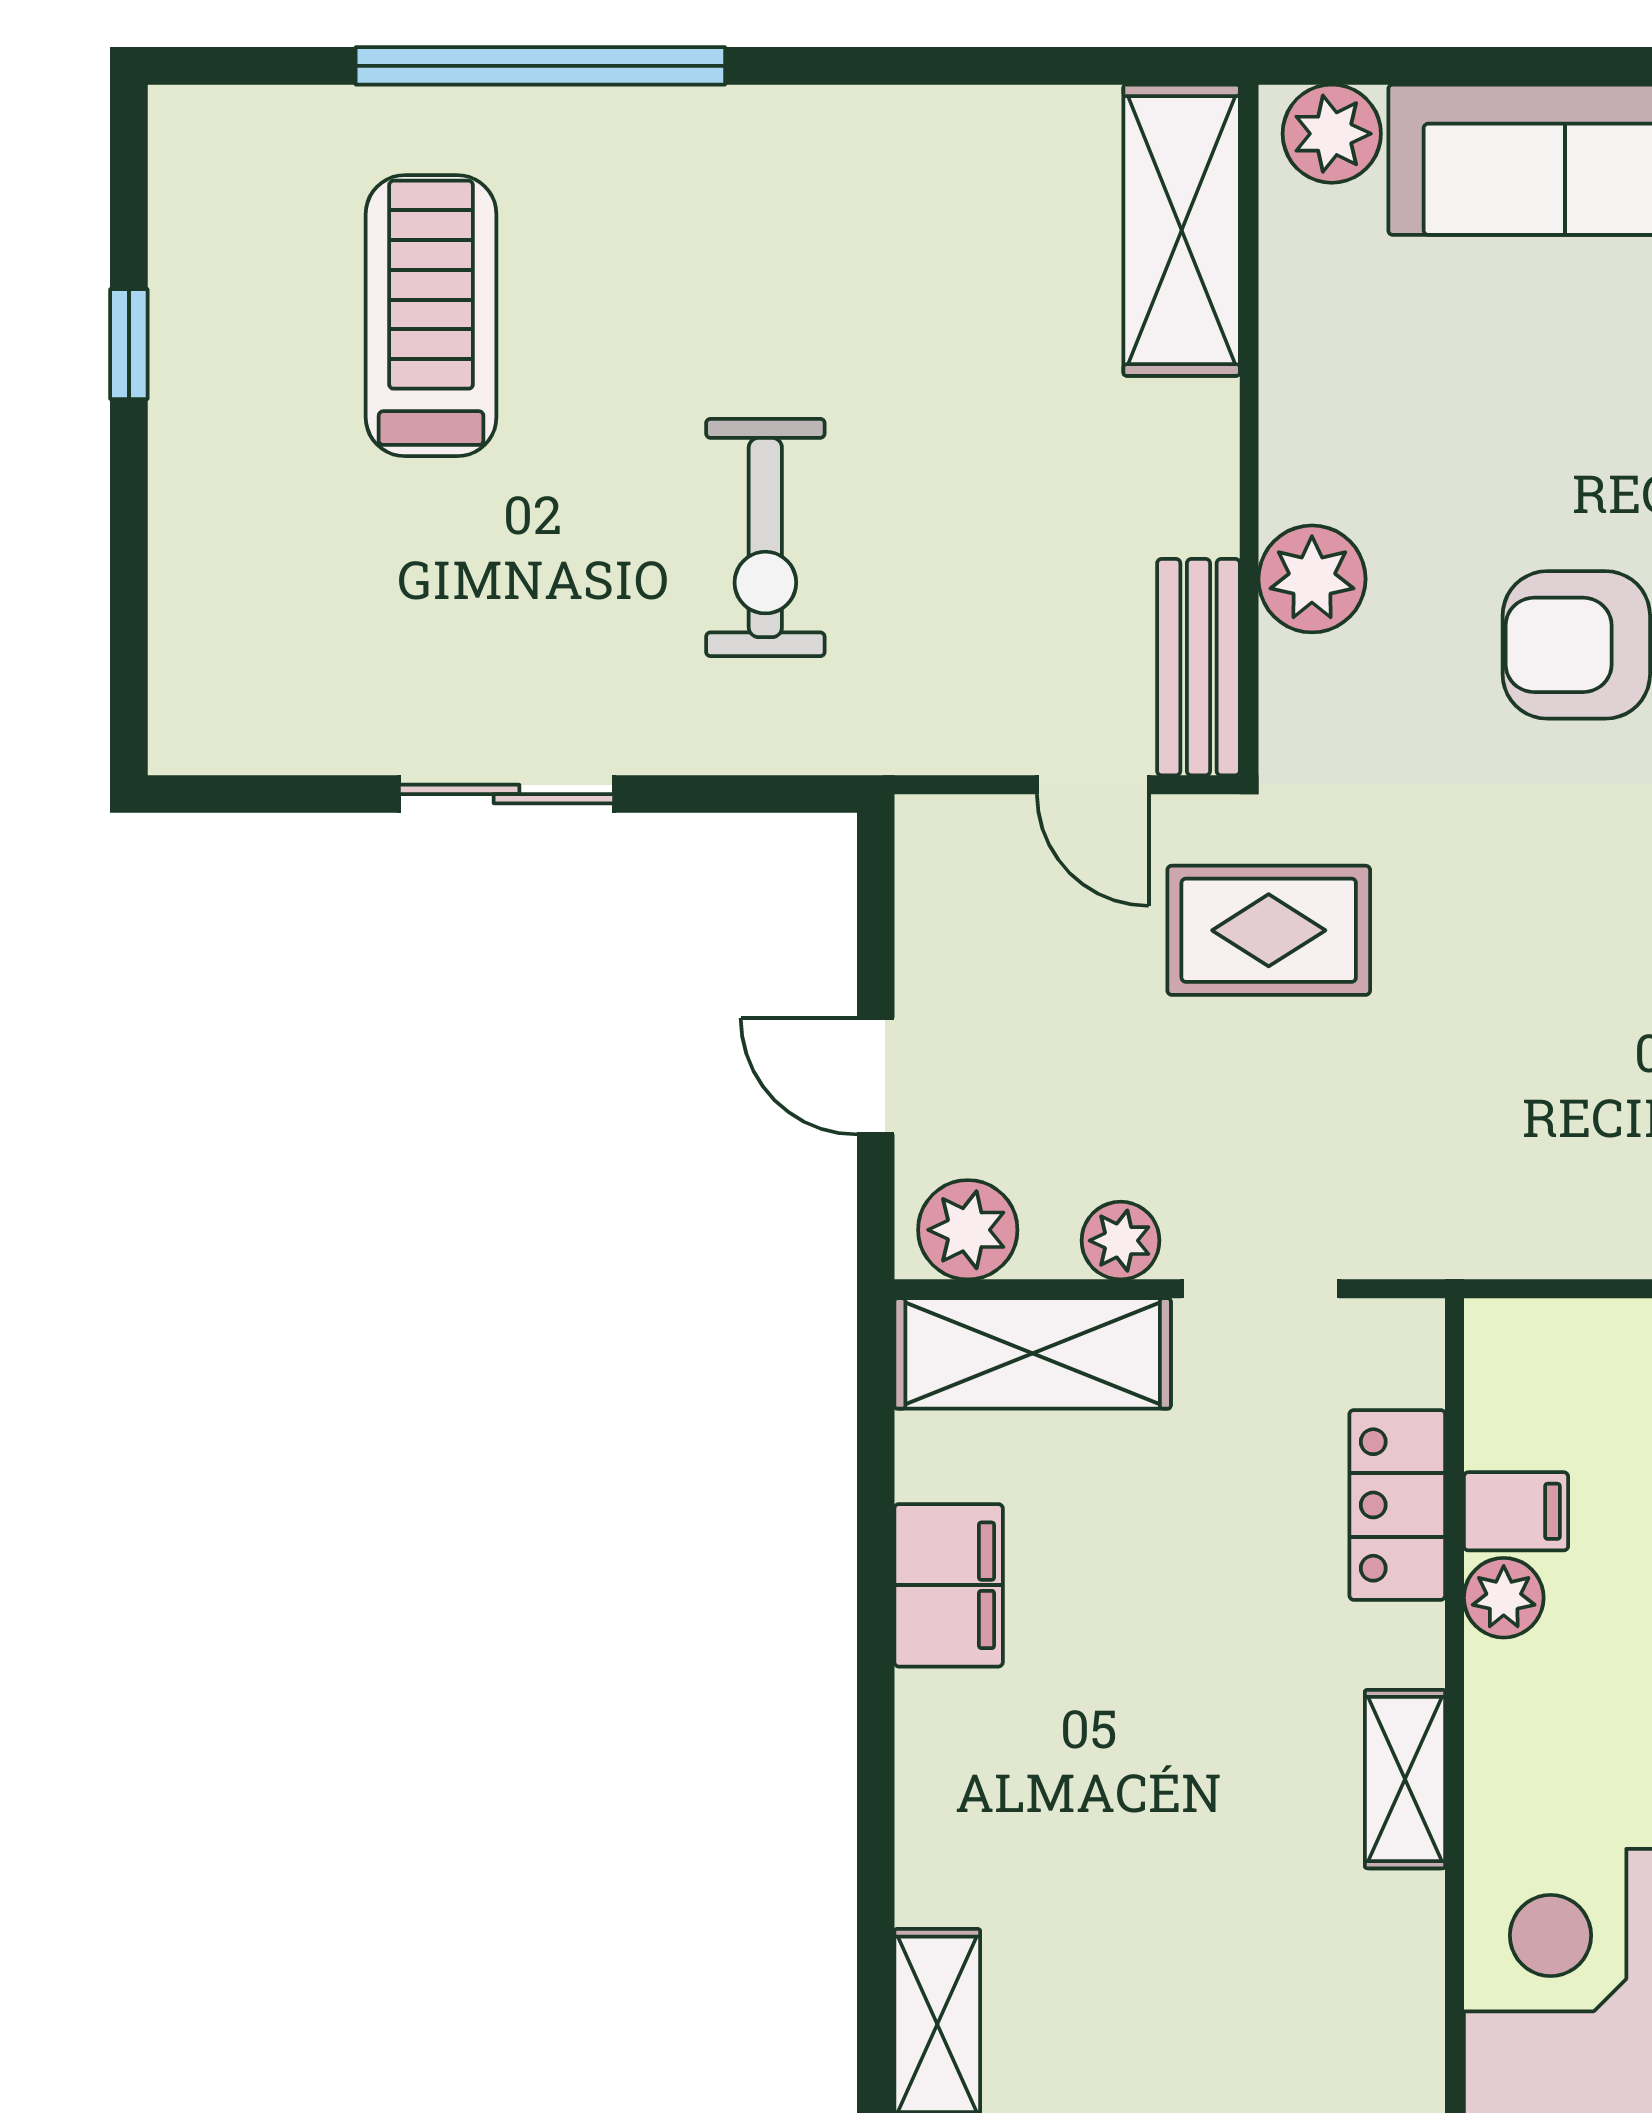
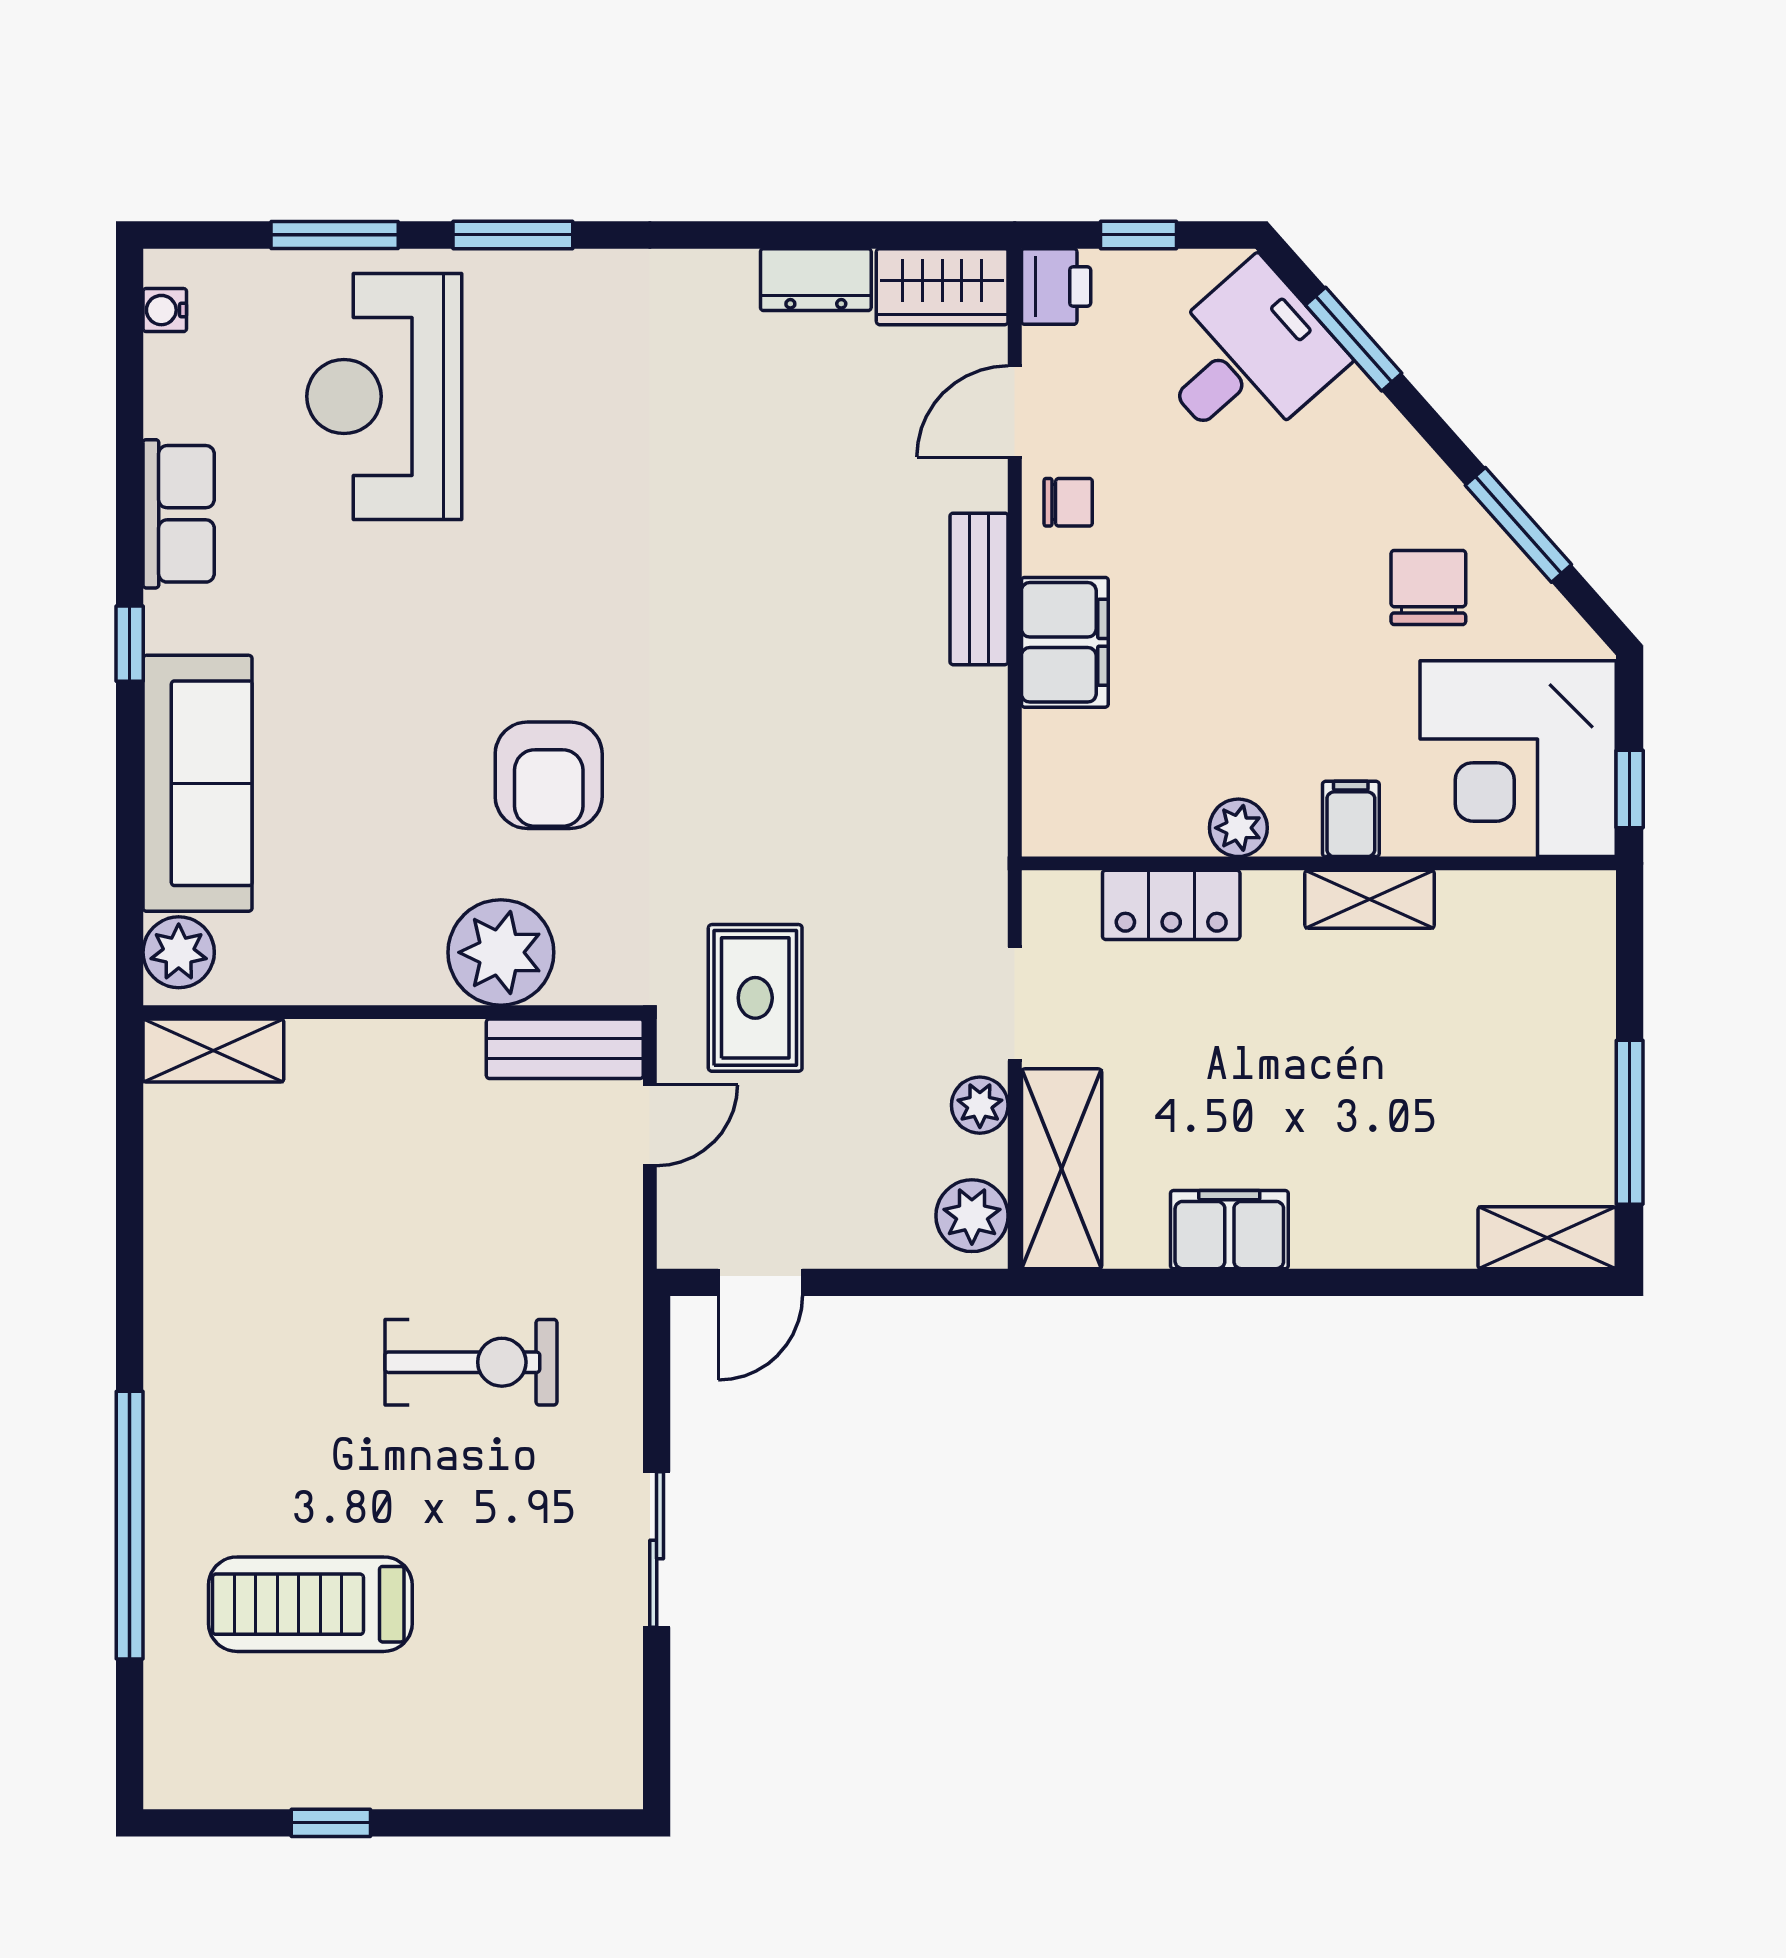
shelving: (1182, 230) -> (213, 1050), width x0.67, depth x0.75
plant: (1312, 579) -> (501, 952), width x1.36, depth x1.36
door: (876, 1076) -> (760, 1282), moved
filing cabinet: (1516, 1511) -> (1351, 819), moved

